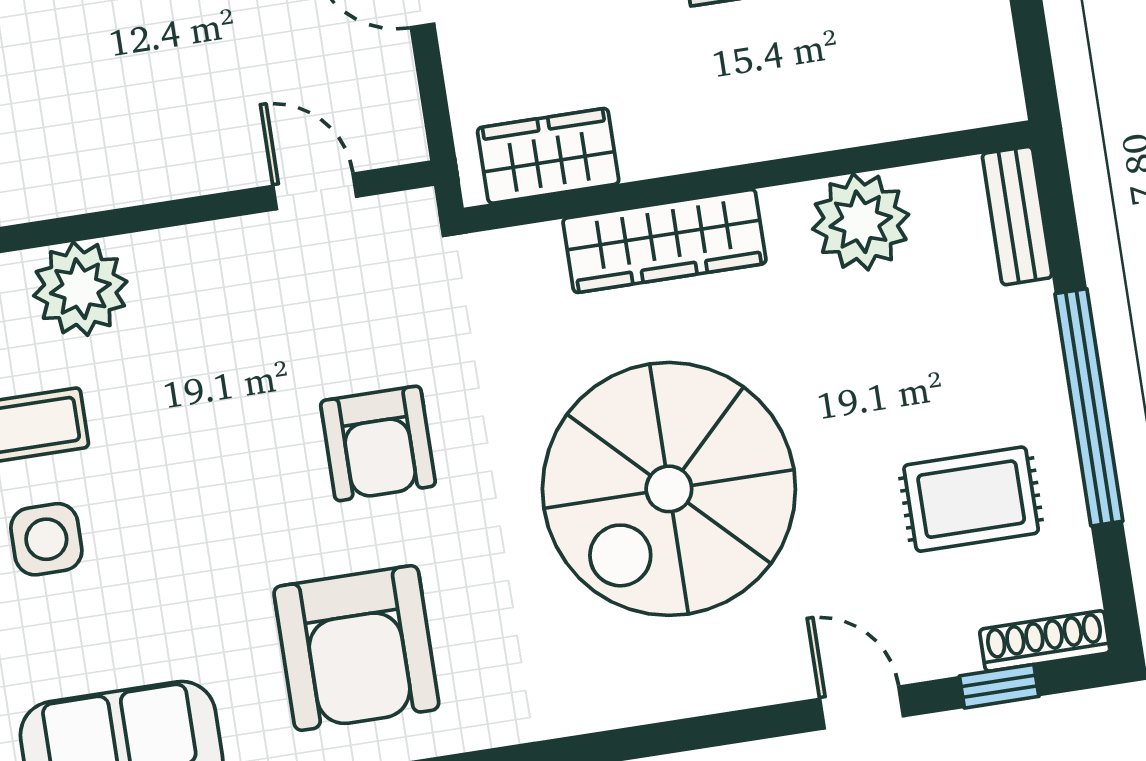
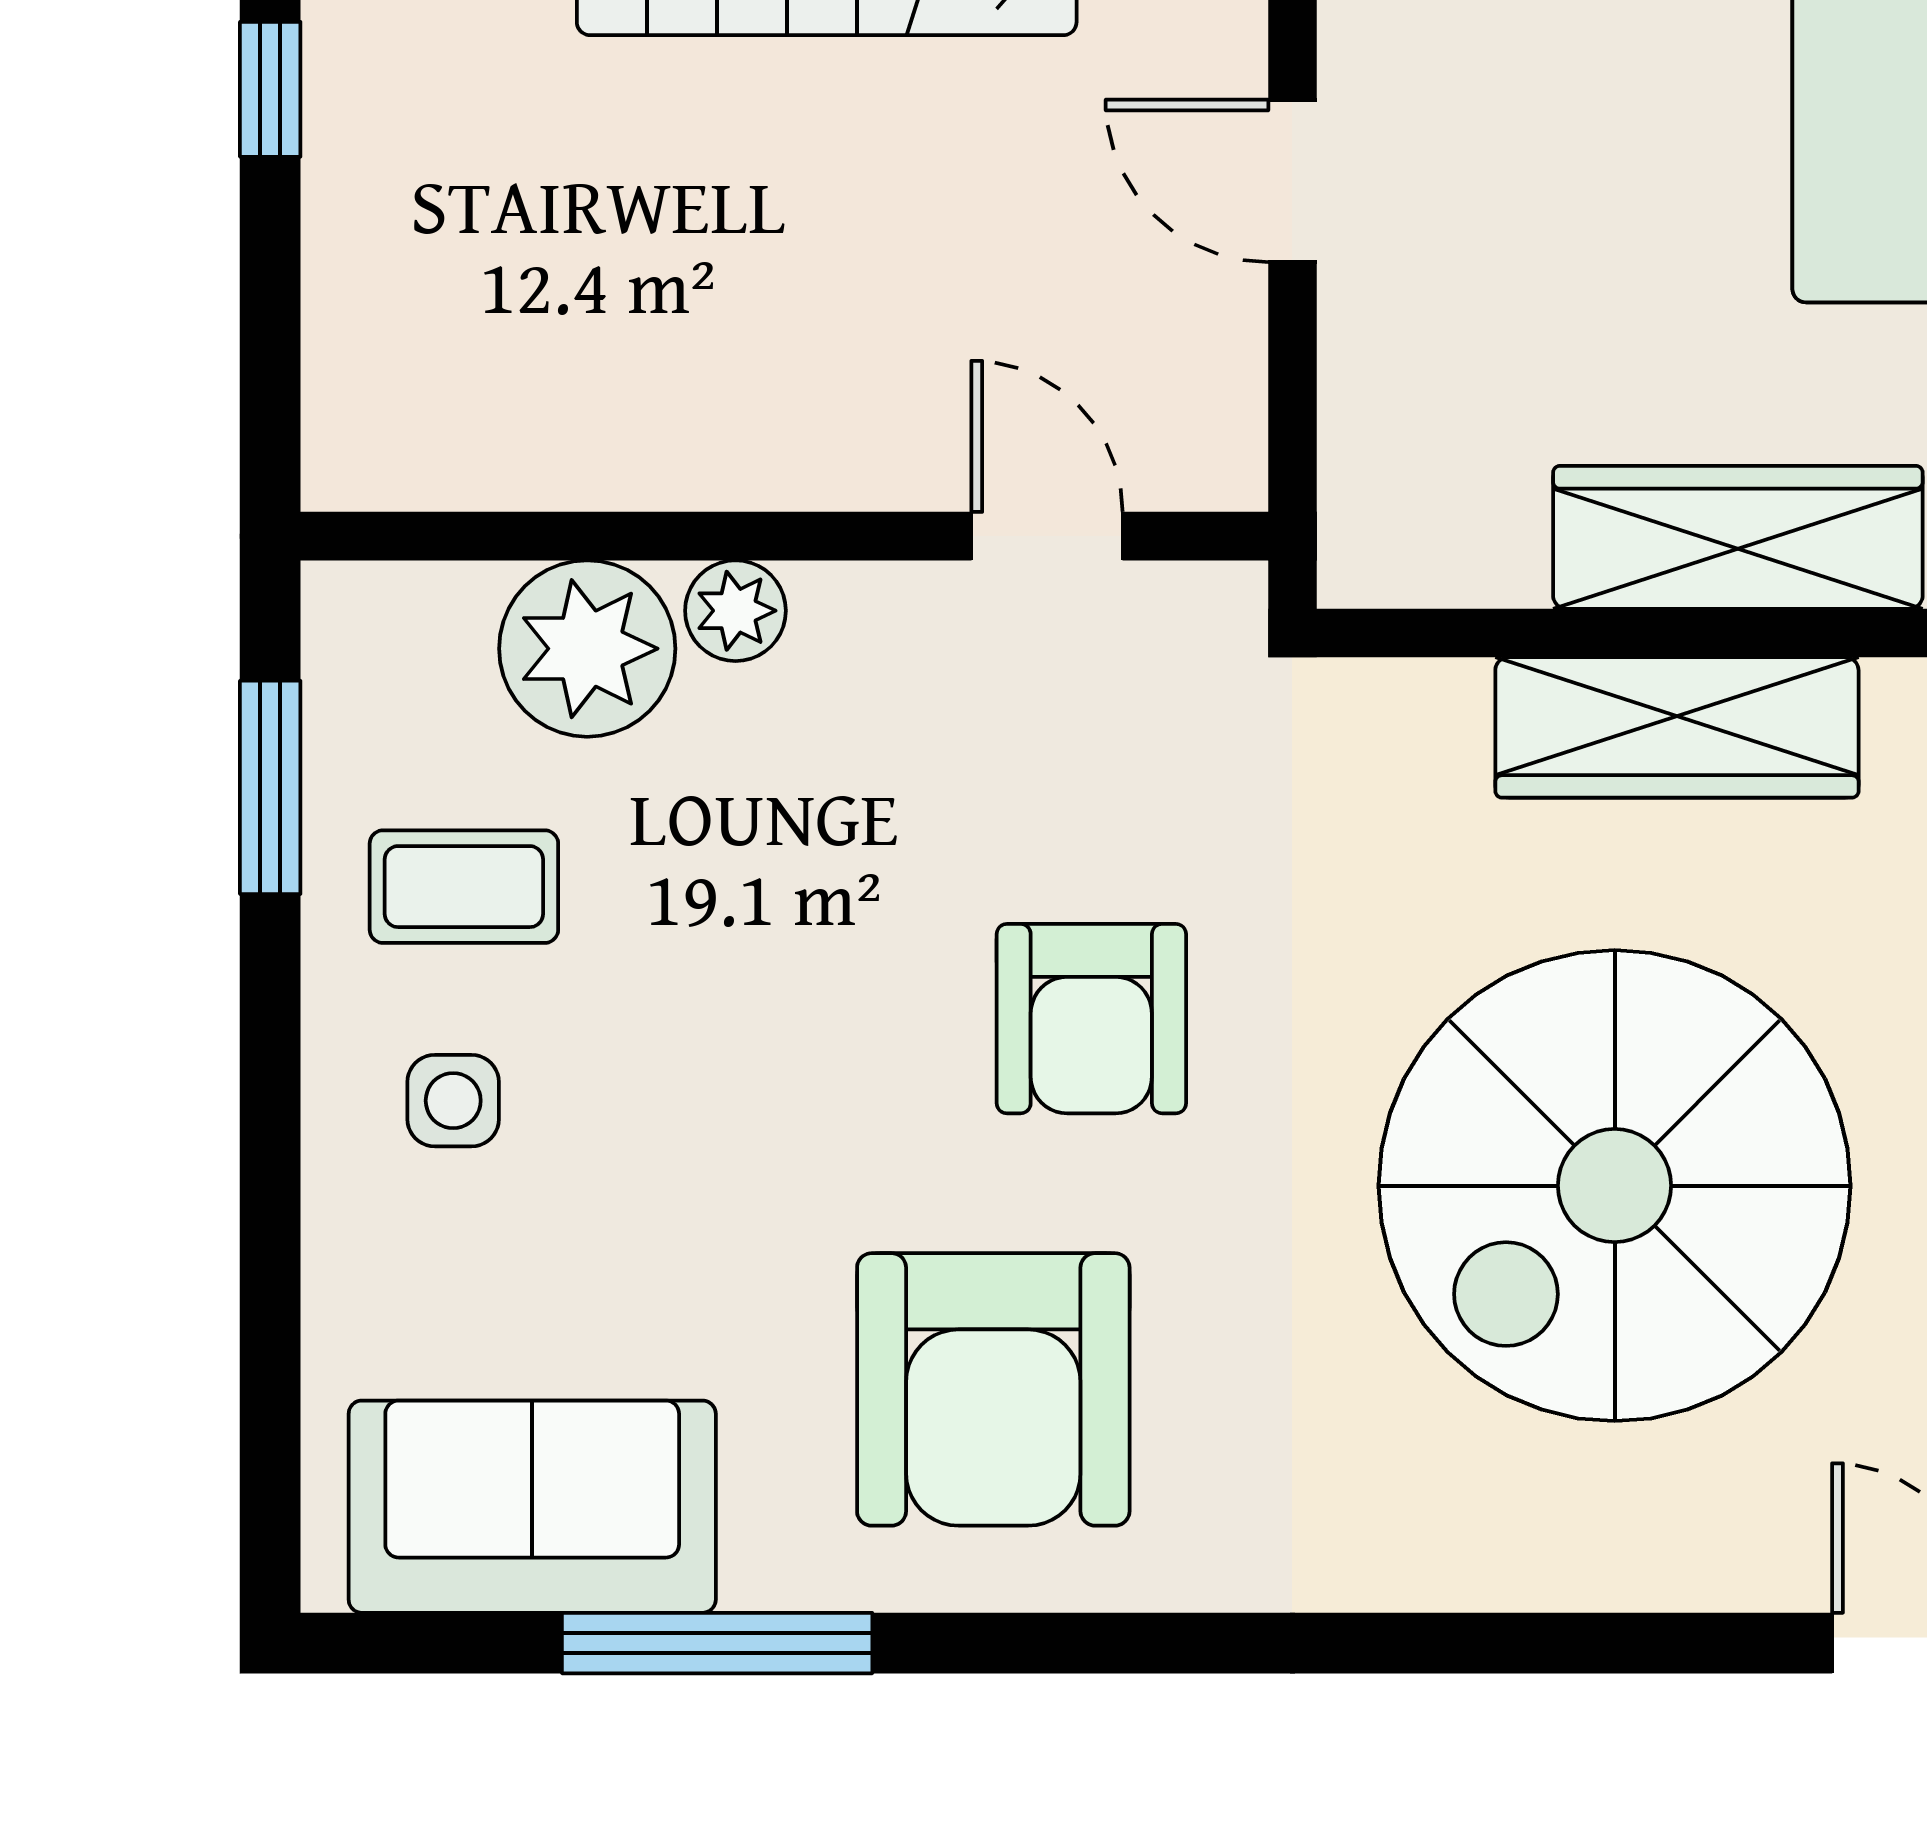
wardrobe: (548, 156) -> (1738, 537), moved, width x1.50
plant: (156, 256) -> (735, 611), added
side table: (46, 539) -> (453, 1101), width x0.73, depth x0.73

